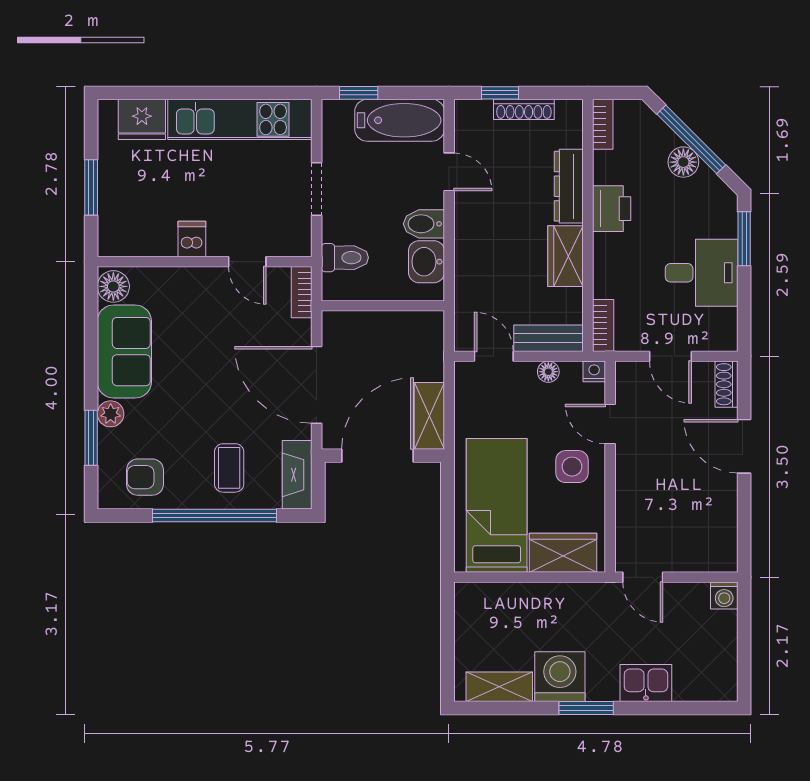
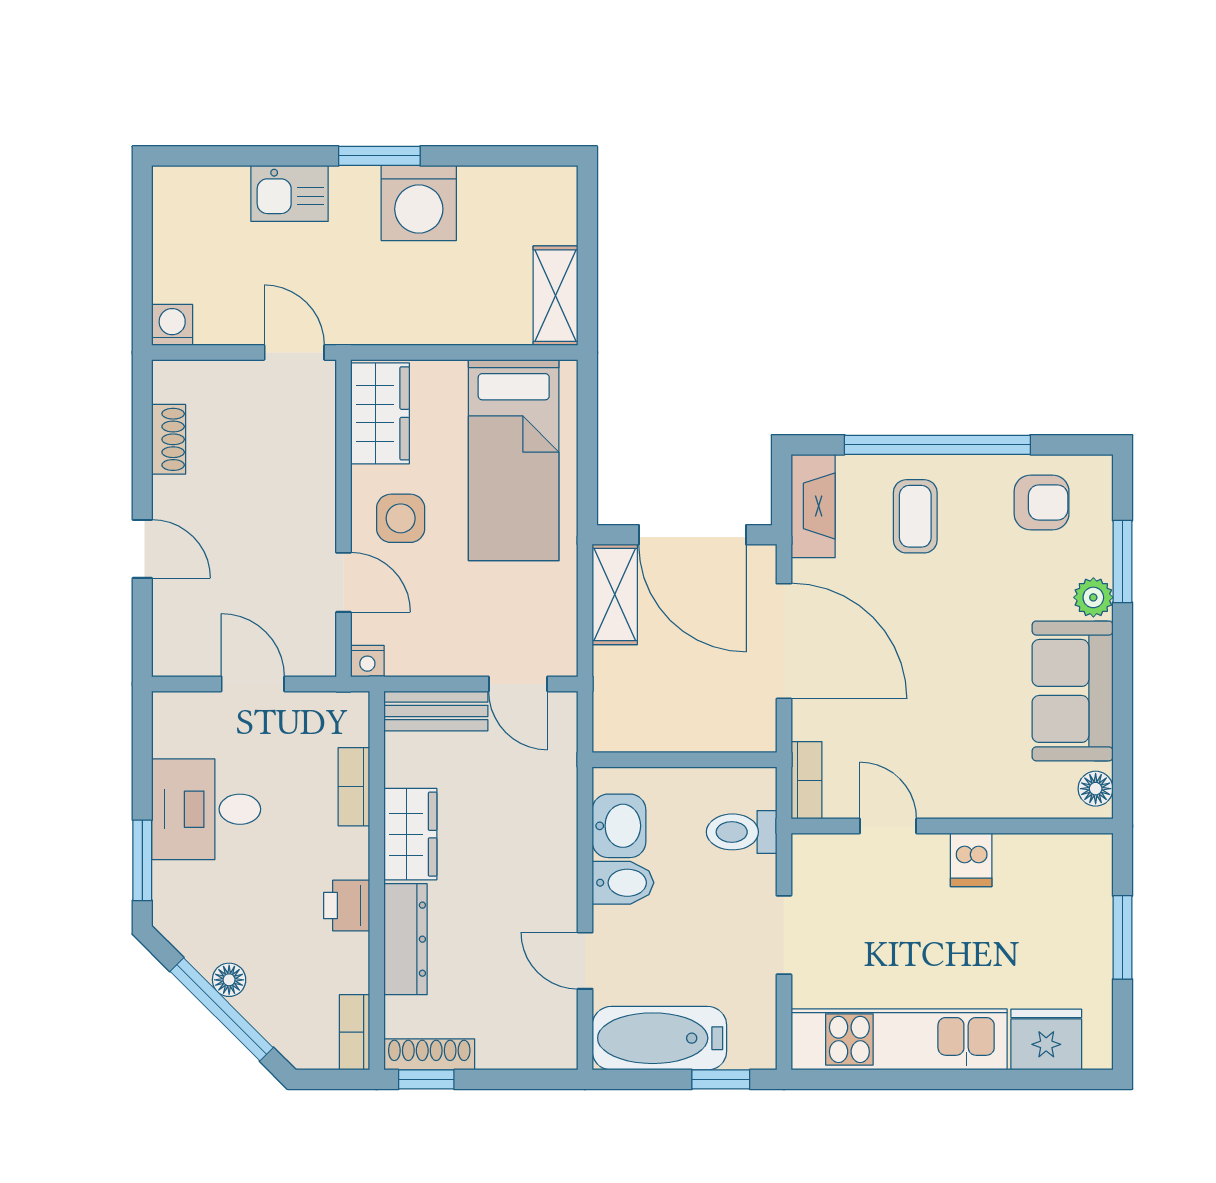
window: (500, 93) -> (426, 1079), moved
shoe rack: (524, 109) -> (429, 1054), moved
floor lamp: (683, 162) -> (229, 980), width x0.73, depth x0.73
printer: (612, 209) -> (347, 906), width x0.73, depth x0.81
floor lamp: (113, 286) -> (1096, 789), width x0.73, depth x0.73
bookcase: (603, 325) -> (354, 787), moved
floor lamp: (548, 372) -> (436, 661), removed
shoe rack: (727, 384) -> (169, 439), moved
door: (744, 446) -> (142, 549), width x0.73
door: (378, 456) -> (693, 535), hinge flipped
wardrobe: (563, 553) -> (380, 413), moved, turned -90
shelving: (499, 687) -> (556, 296), moved, turned 90

